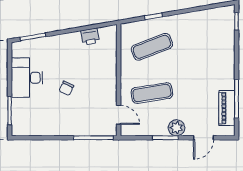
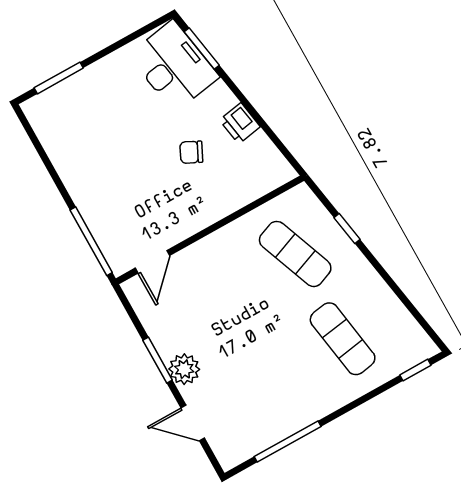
printer: (90, 37) -> (240, 123), moved
desk: (27, 78) -> (174, 66), moved, turned 80
chair: (66, 88) -> (191, 152), moved
exercise mat: (152, 93) -> (343, 339), moved
piano: (227, 108) -> (263, 434), removed

